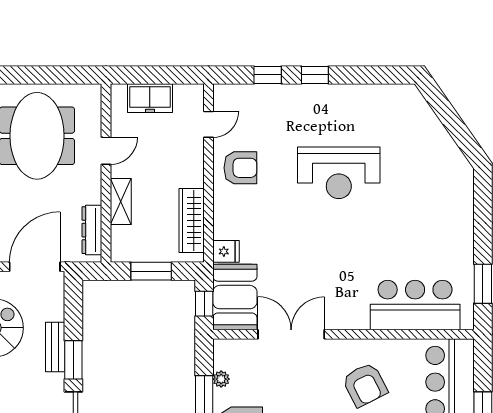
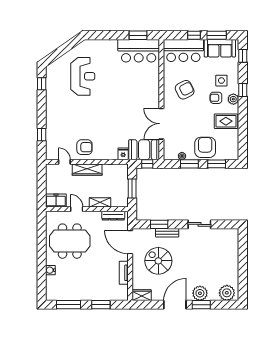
window: (315, 75) -> (42, 84), moved
freezer: (150, 98) -> (56, 201), moved, turned -90
armchair: (240, 168) -> (84, 147), turned 90
reception desk: (339, 173) -> (83, 76), moved
wardrobe: (192, 220) -> (87, 170), moved
bar counter: (415, 305) -> (139, 51), moved, turned -90
window: (73, 360) -> (159, 224), moved

